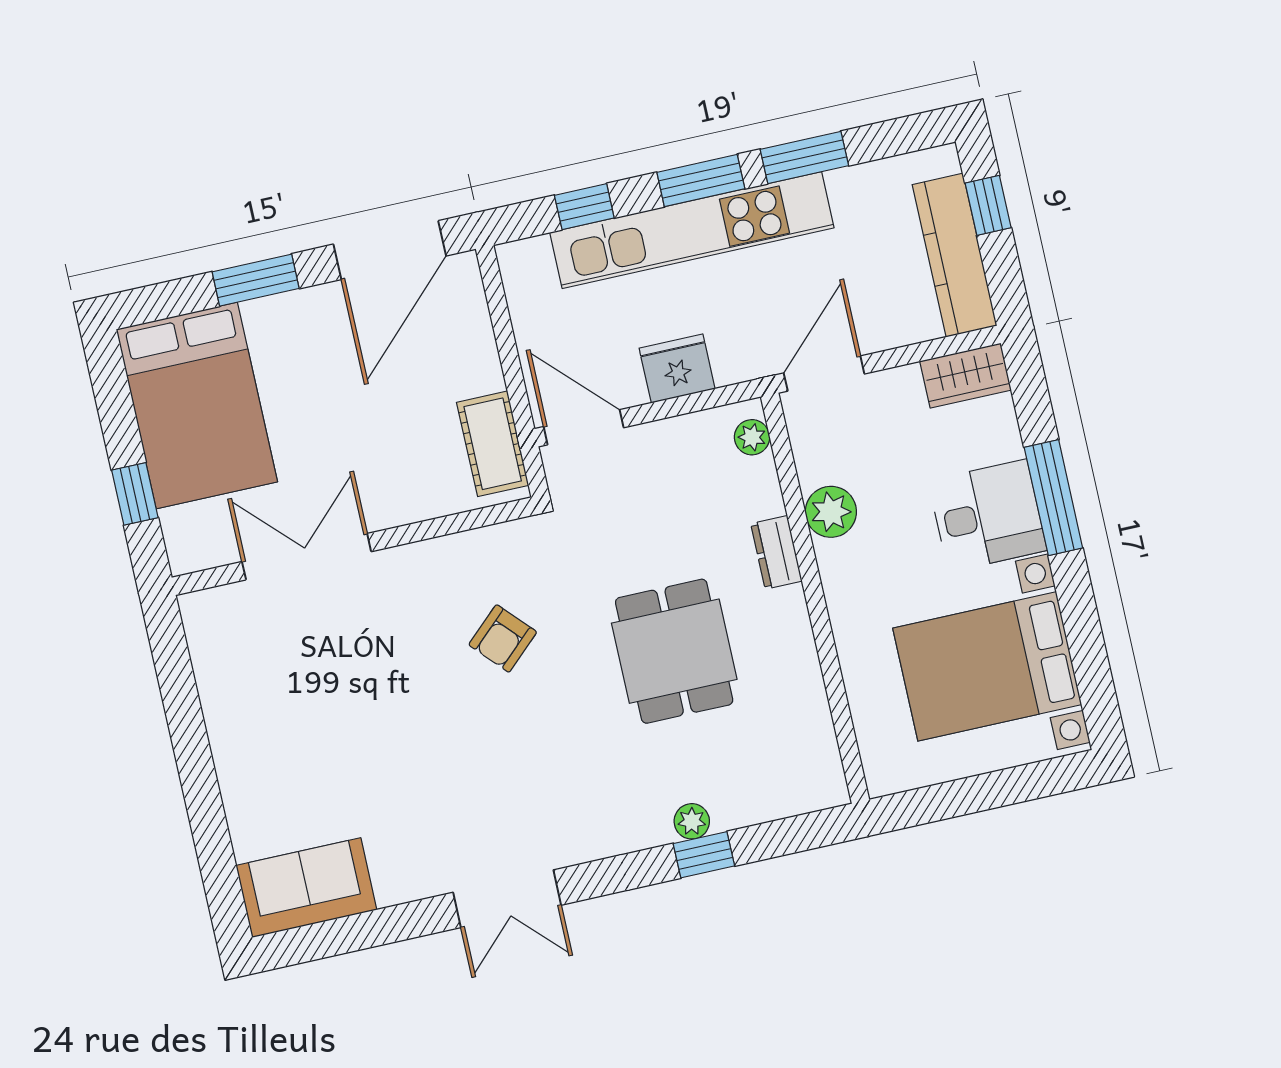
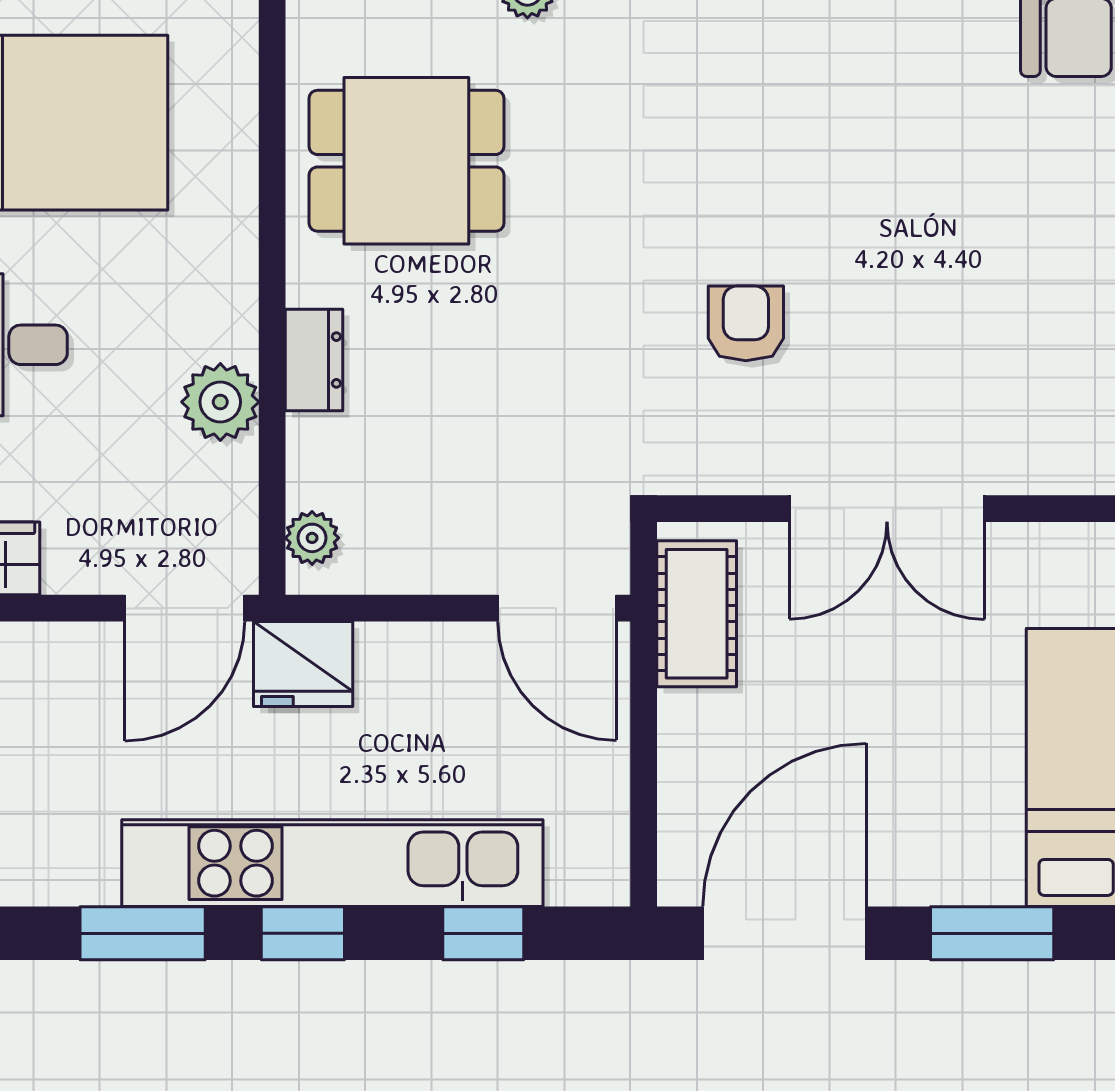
window: (701, 181) -> (303, 933), width x0.67
fridge: (677, 368) -> (303, 664), moved
double door: (307, 557) -> (887, 509), moved
armchair: (503, 638) -> (746, 323), turned -47
dining table: (674, 651) -> (406, 161), moved, turned 90

